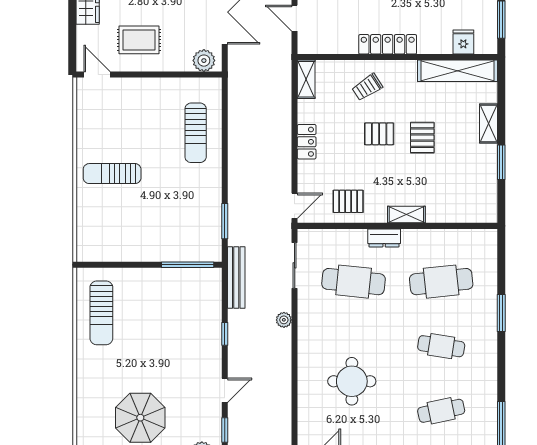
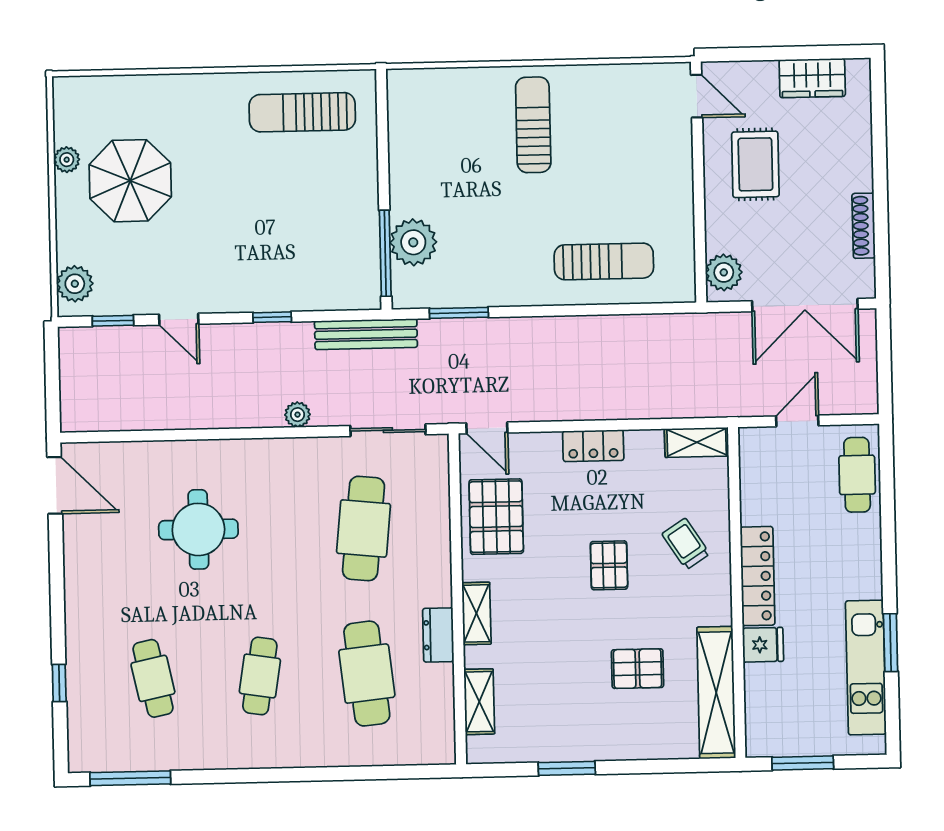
fridge: (463, 42) -> (763, 645), moved
door: (97, 75) -> (697, 96), hinge flipped
shelving: (488, 124) -> (479, 702), moved, turned 90
sun lounger: (196, 133) -> (604, 261), turned 180
pallet: (422, 138) -> (638, 669), moved
pallet: (348, 201) -> (496, 517), width x1.50, depth x1.42
dresser: (384, 238) -> (438, 635), moved
plant: (181, 248) -> (413, 242), added
window: (501, 313) -> (317, 774), removed

